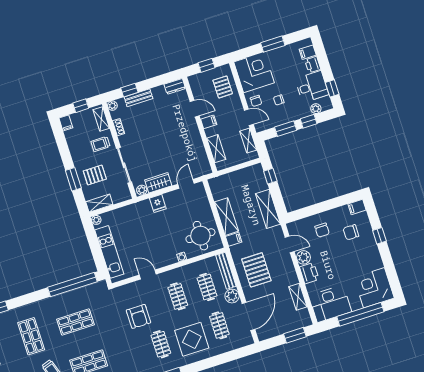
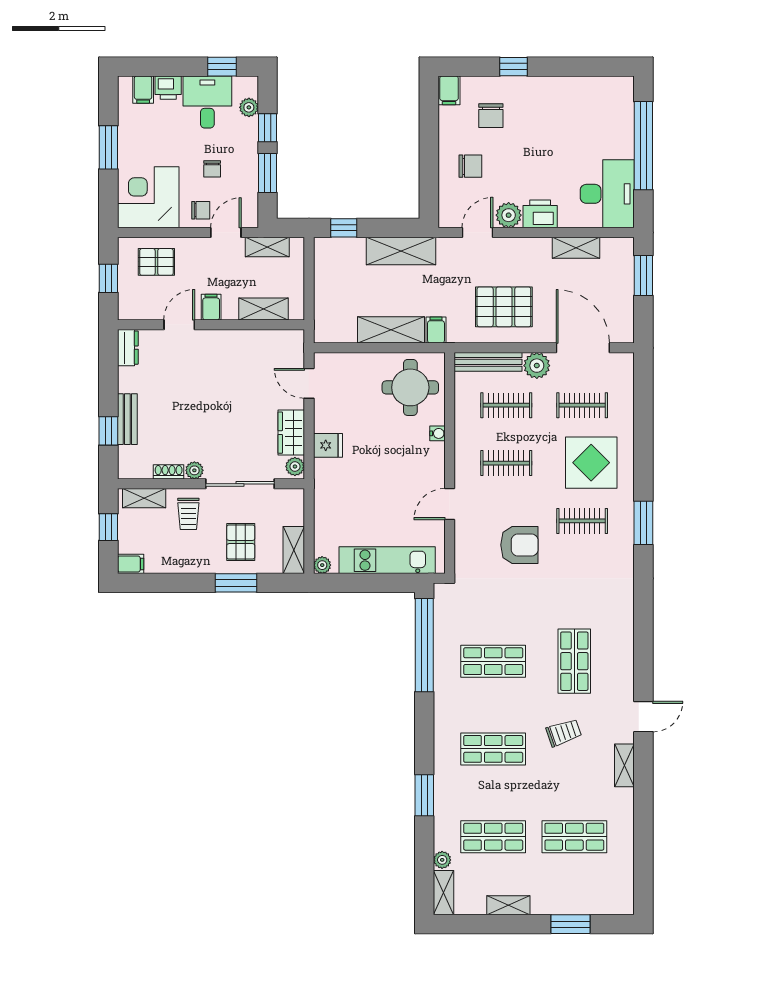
plant: (112, 106) -> (194, 470), moved
corner desk: (374, 288) -> (604, 106), removed
shop shelf: (75, 322) -> (493, 661), turned 90

